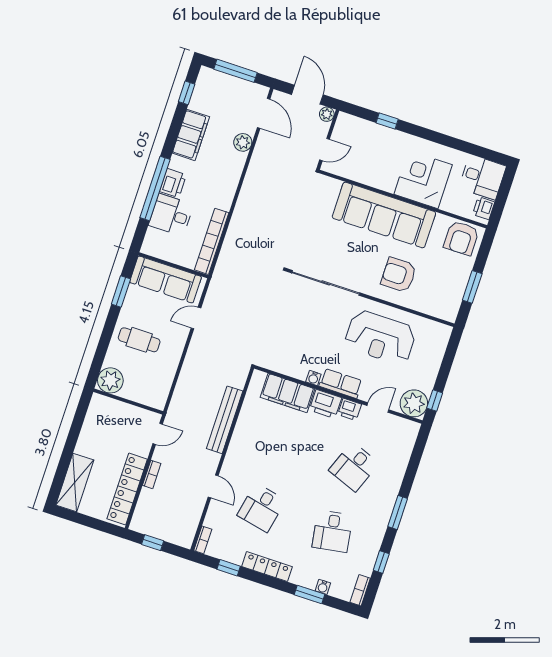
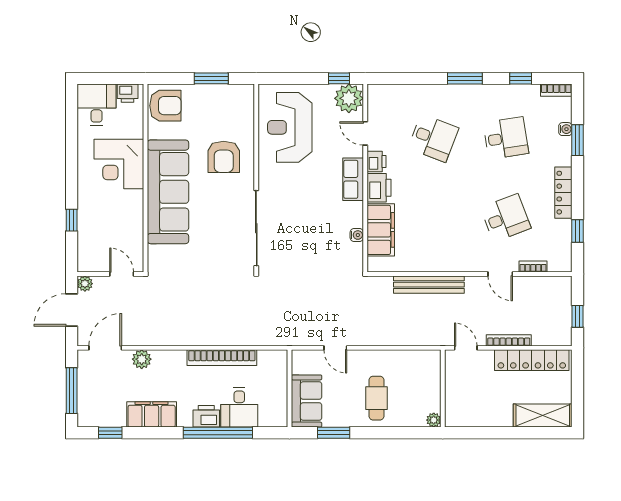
bookcase: (212, 241) -> (222, 358), moved
sofa: (166, 280) -> (307, 401), width x0.73
reception desk: (380, 337) -> (290, 127), moved, turned 180
water cooler: (313, 378) -> (357, 235), moved
plant: (110, 380) -> (434, 420), width x0.53, depth x0.53
bookcase: (152, 474) -> (509, 340), width x1.56
door: (213, 486) -> (500, 274), swing flipped
desk: (261, 508) -> (506, 218), turned -33
bookcase: (203, 540) -> (533, 267), moved

